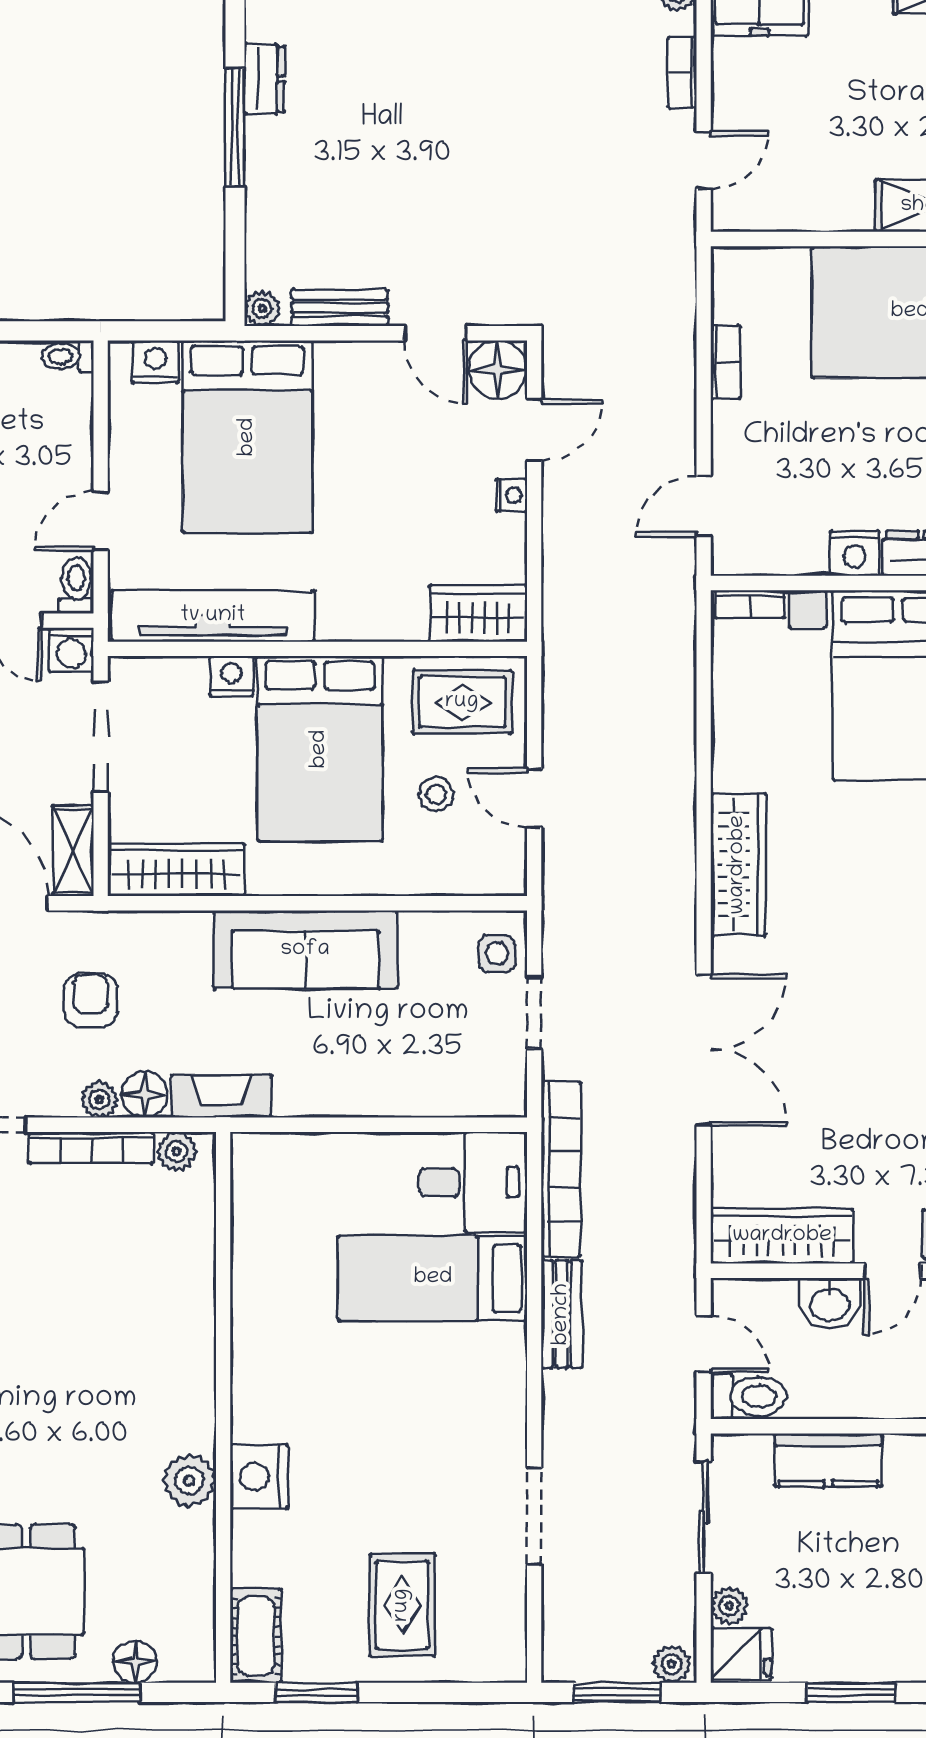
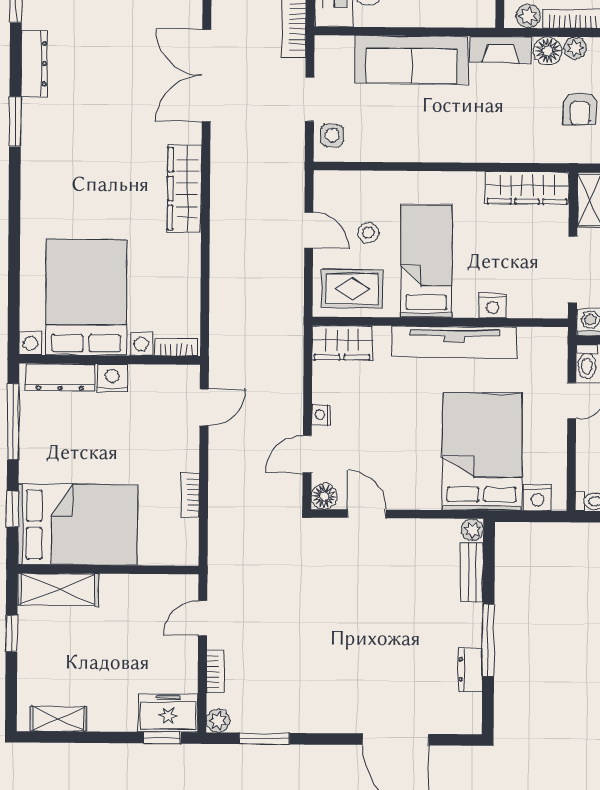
bench: (340, 308) -> (472, 572), moved, turned 90
floor lamp: (498, 369) -> (324, 496), width x0.73, depth x0.73
tv unit: (213, 616) -> (454, 342), moved
bed: (320, 749) -> (426, 261), width x0.67
sofa: (305, 950) -> (412, 60), moved, turned 180

